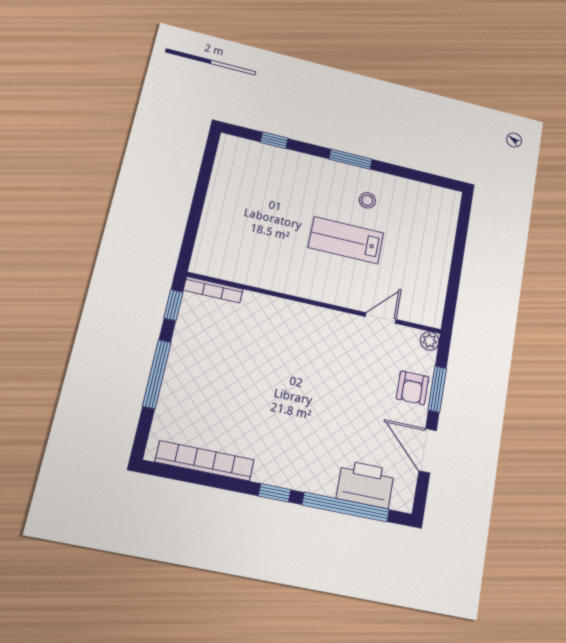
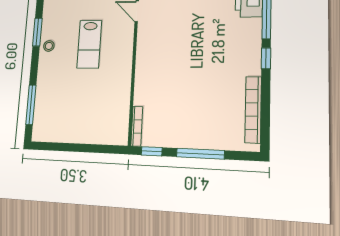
window: (274, 140) -> (31, 105), width x2.17
window: (351, 159) -> (37, 32), moved
stool: (367, 200) -> (49, 46), moved

